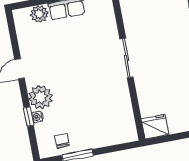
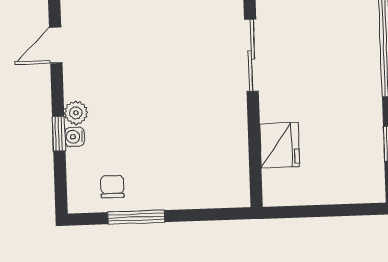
plant: (41, 97) -> (76, 113), width x0.53, depth x0.53
fridge: (155, 127) -> (280, 145), moved, turned 90

